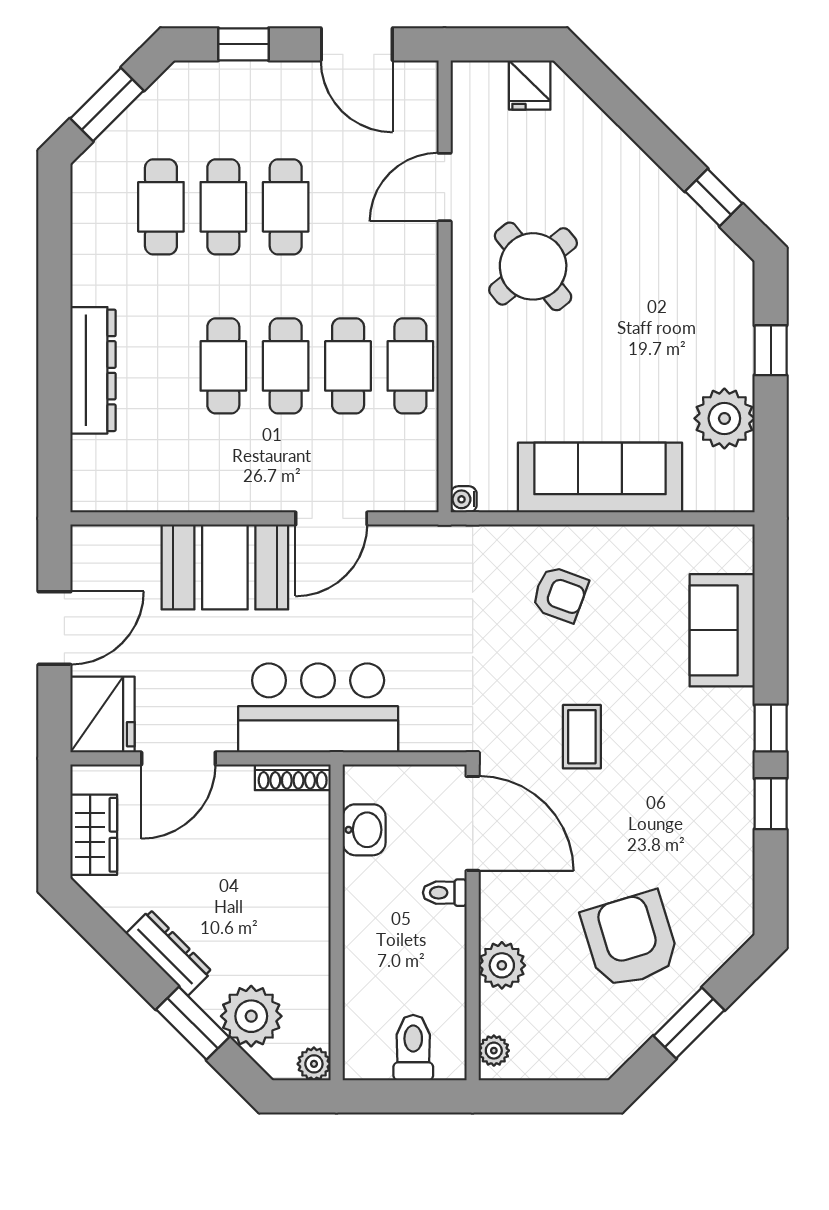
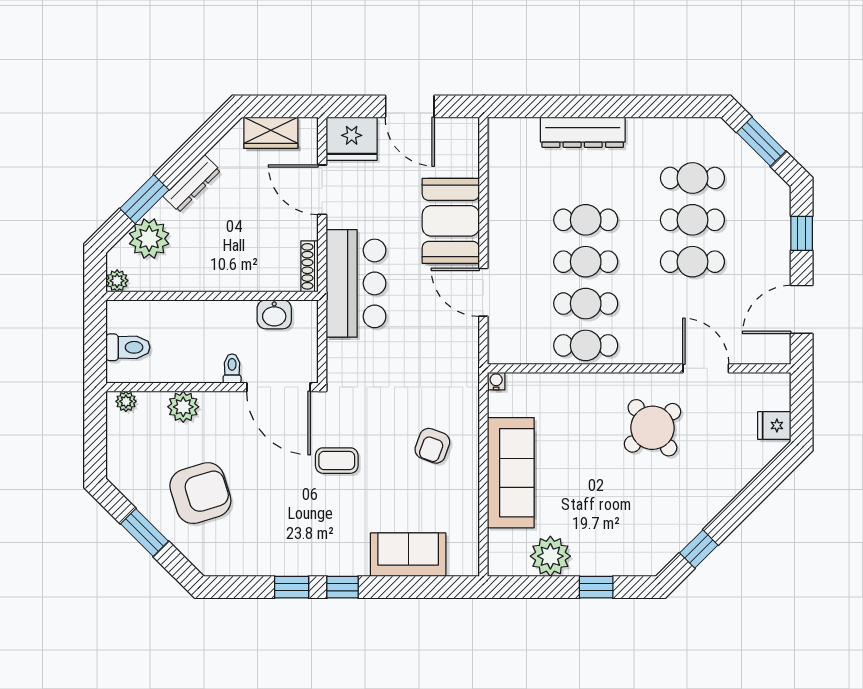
door: (473, 823) -> (279, 387), hinge flipped

